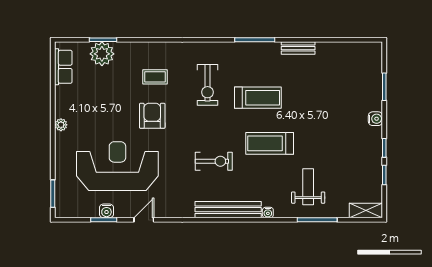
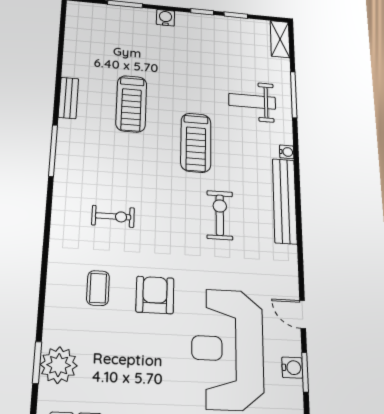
exercise bike: (208, 85) -> (113, 216), width x0.73, depth x0.72
treadmill: (258, 98) -> (131, 104), moved, turned 180
armchair: (152, 116) -> (155, 295), turned 90

